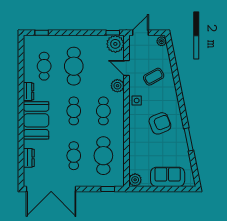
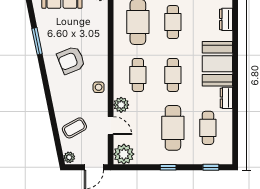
window: (113, 33) -> (168, 167), moved
coffee table: (154, 77) -> (74, 128), moved

